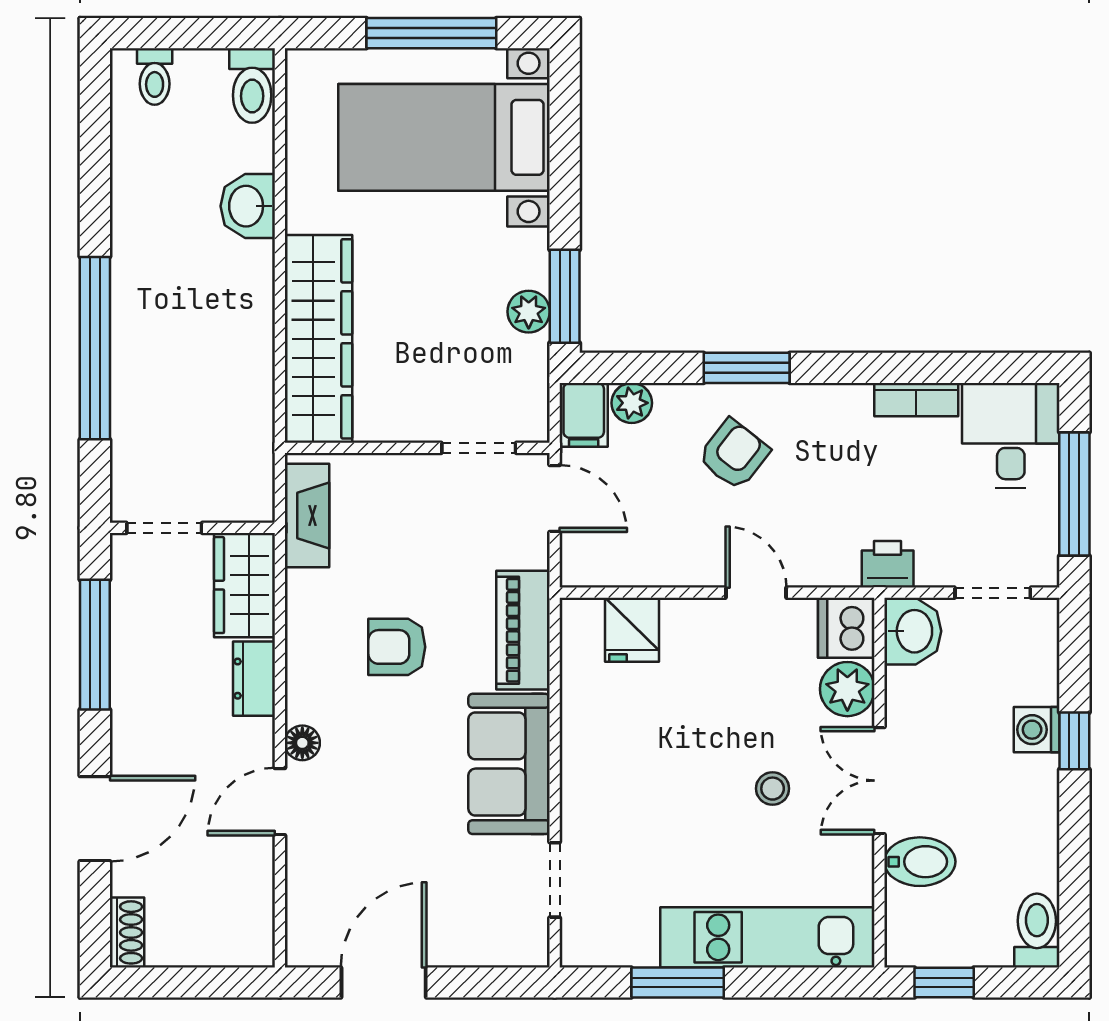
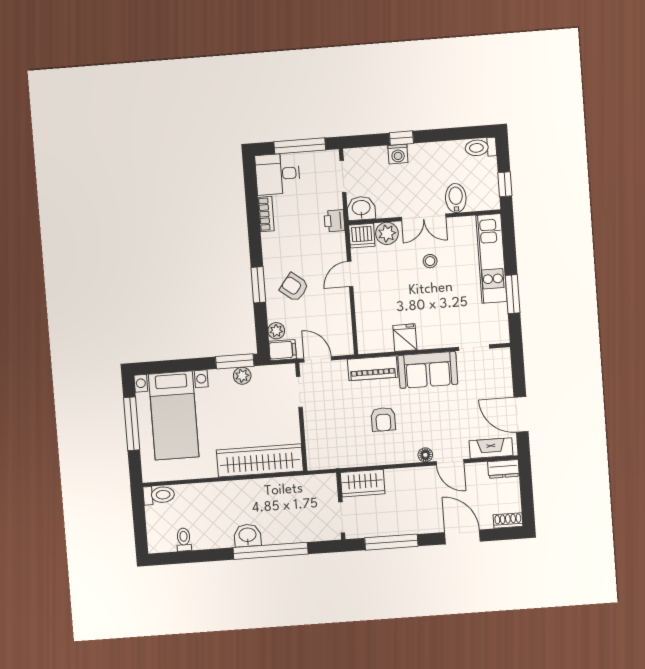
toilet: (155, 76) -> (184, 540), moved, turned -90
washbasin: (248, 206) -> (247, 535), moved, turned 180
door: (555, 498) -> (318, 359), hinge flipped
fireplace: (307, 516) -> (491, 448), moved
fridge: (632, 630) -> (405, 338), moved, turned -90
dresser: (254, 679) -> (503, 469), moved

